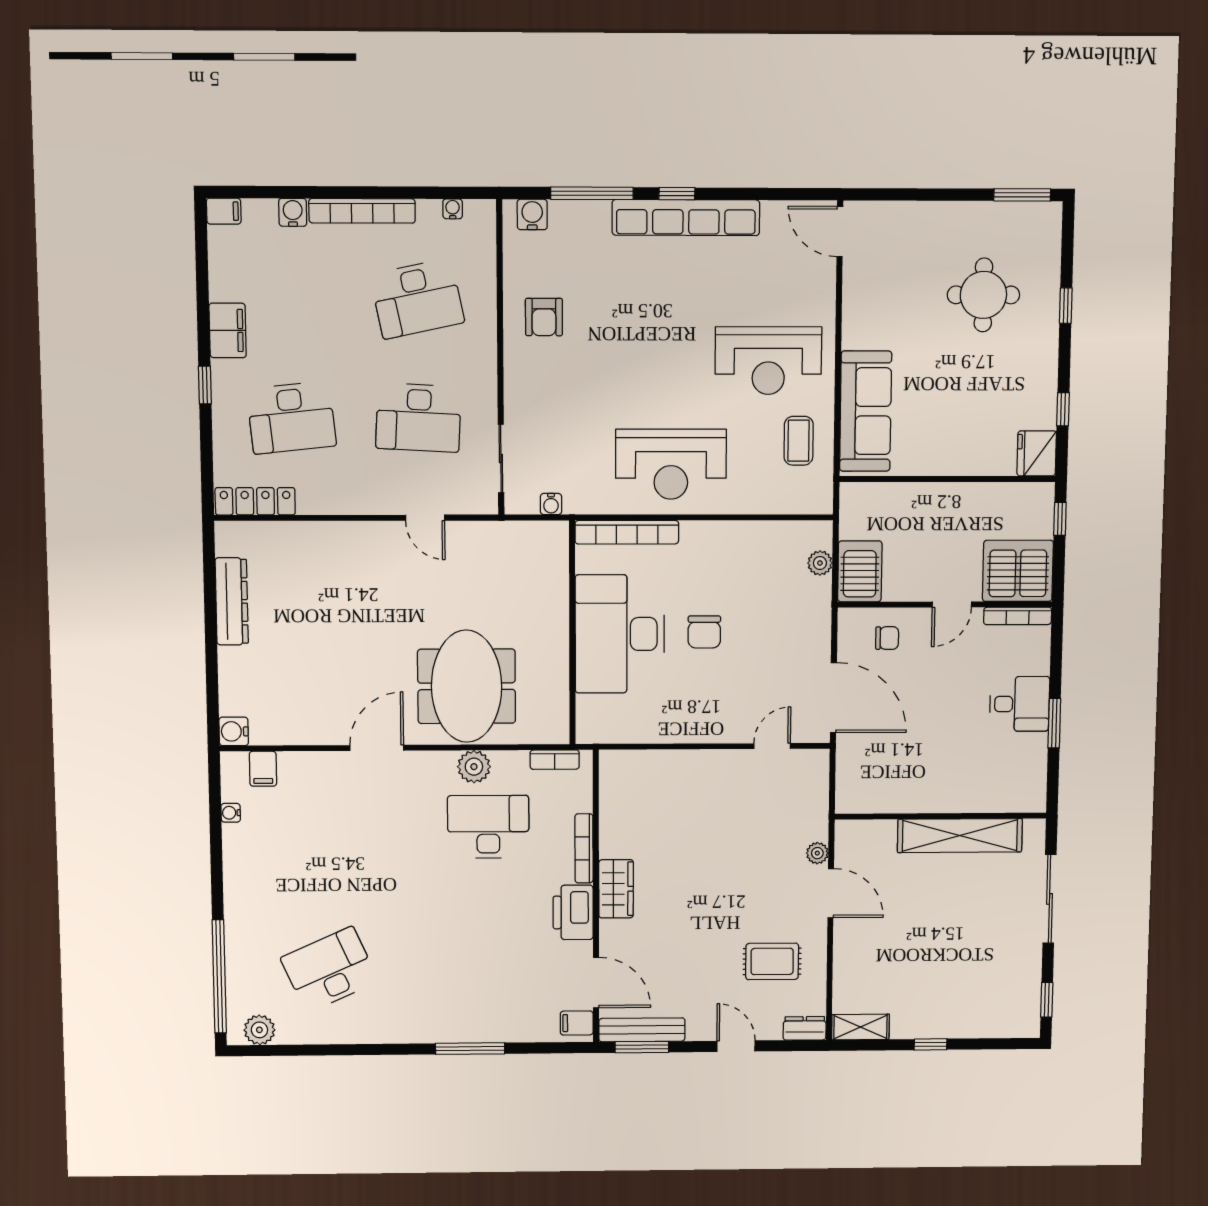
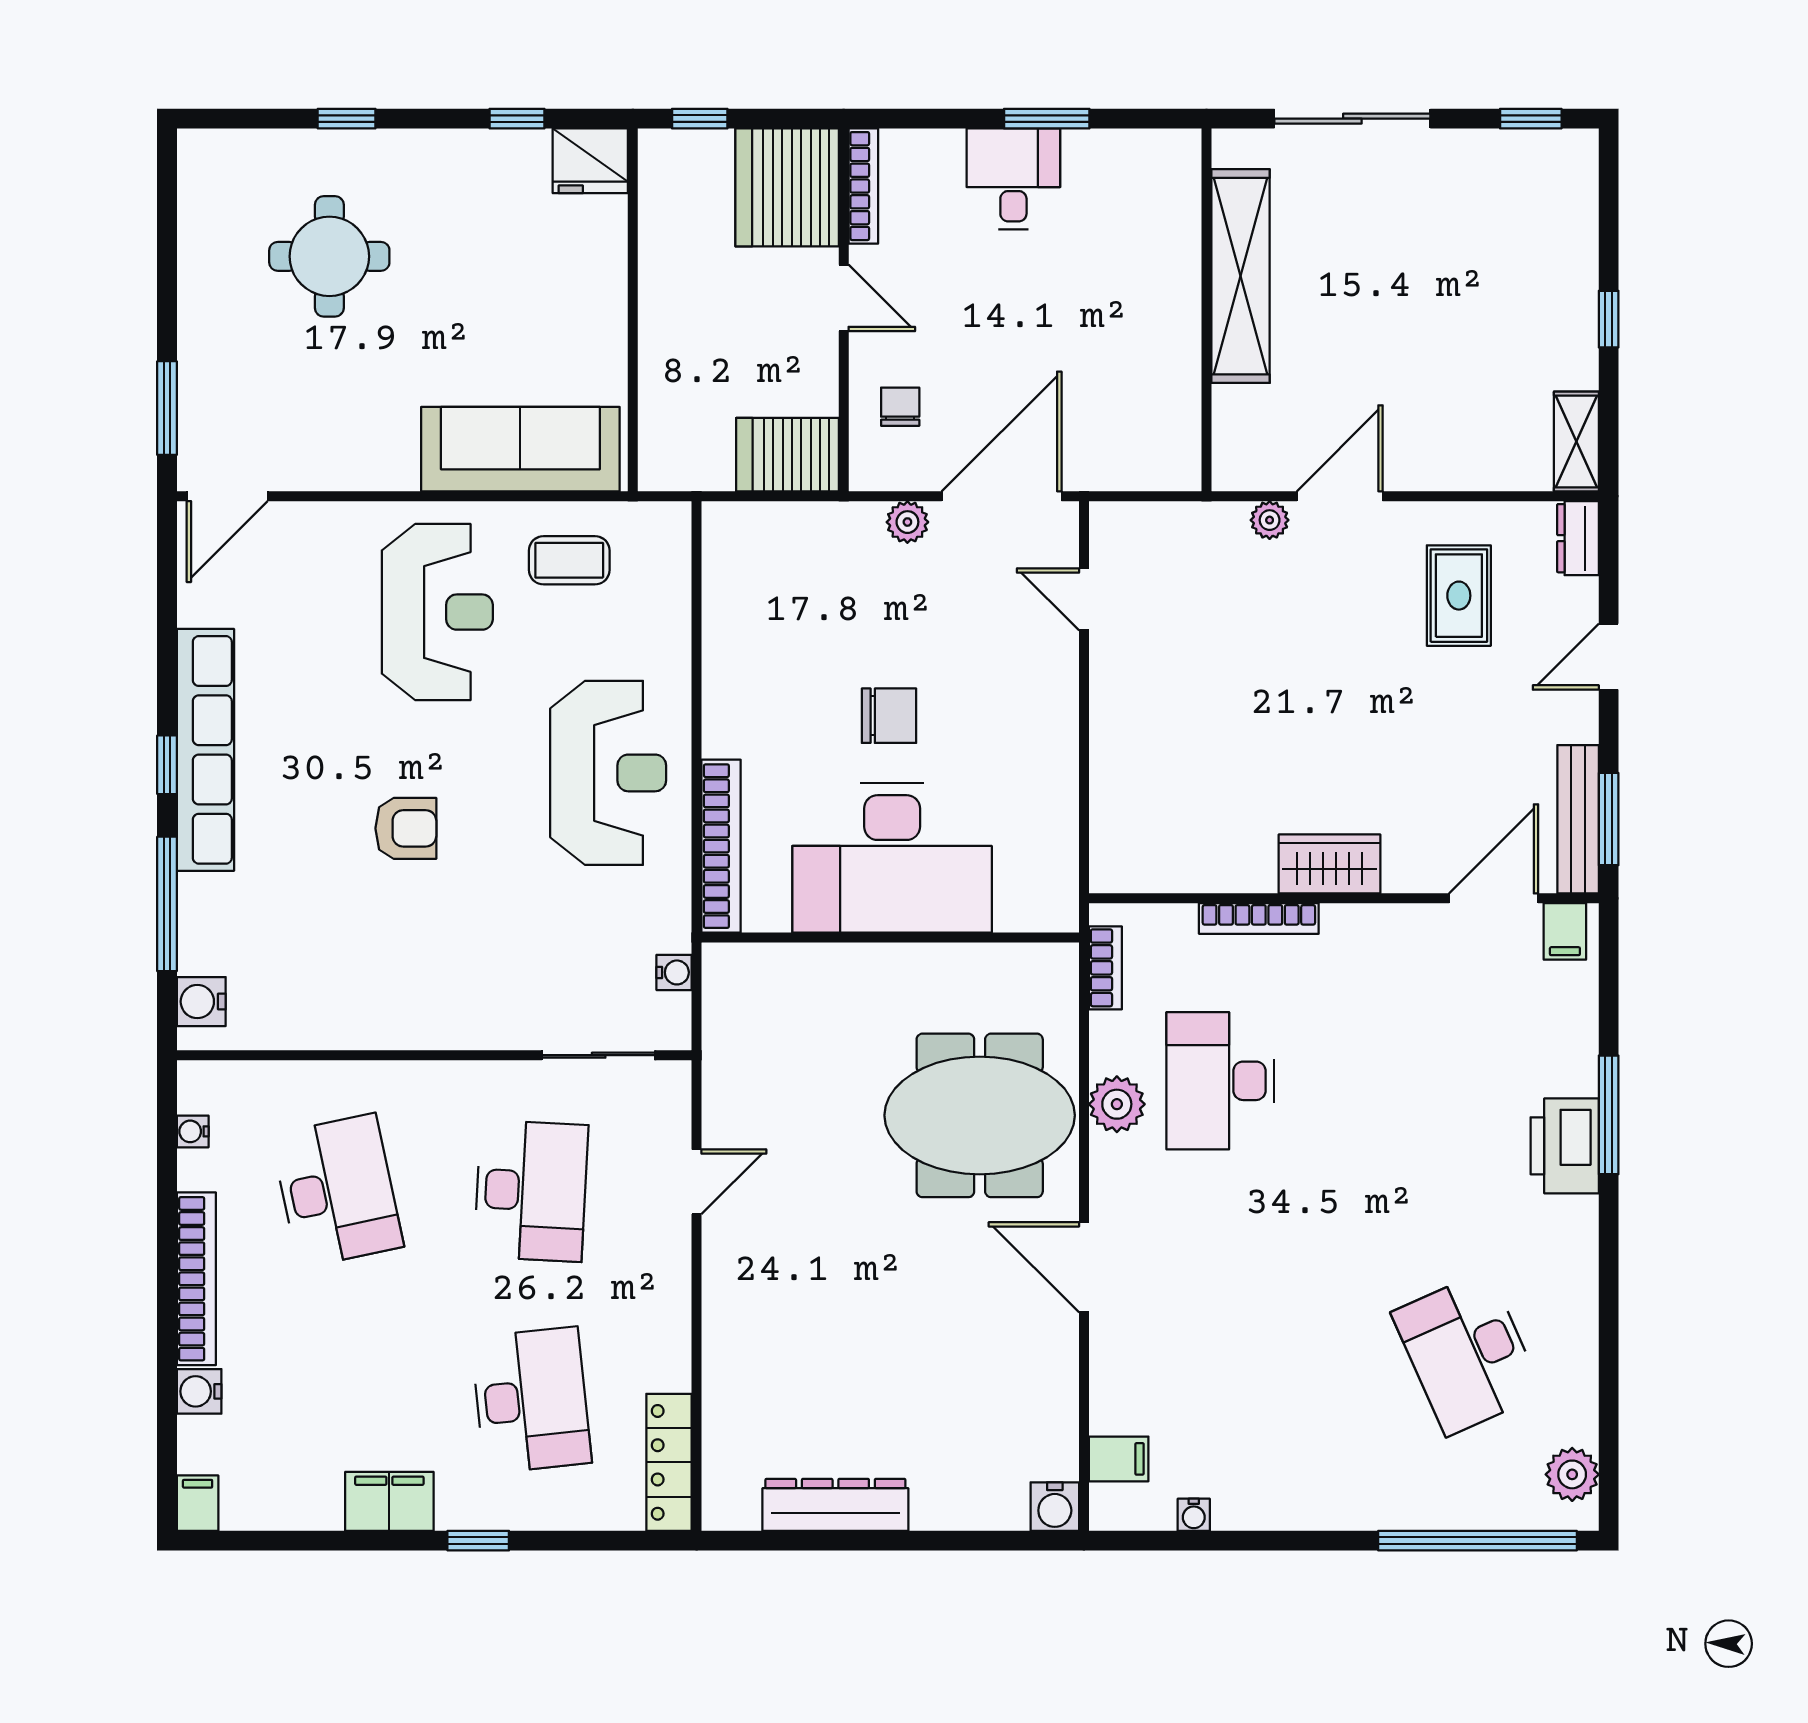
window: (1022, 195) -> (167, 408), moved
armchair: (544, 317) -> (406, 828), moved
plant: (820, 563) -> (907, 522), moved
printer: (573, 912) -> (1565, 1146), moved, turned 90

